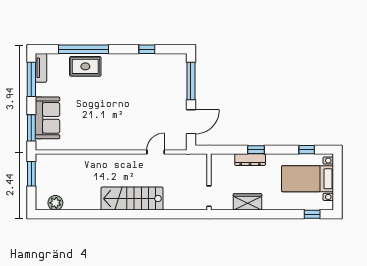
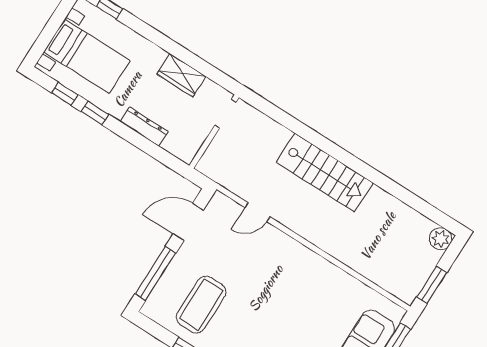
coffee table: (154, 80) -> (201, 305), added
window: (256, 150) -> (95, 113), moved
plant: (55, 203) -> (441, 239), moved

